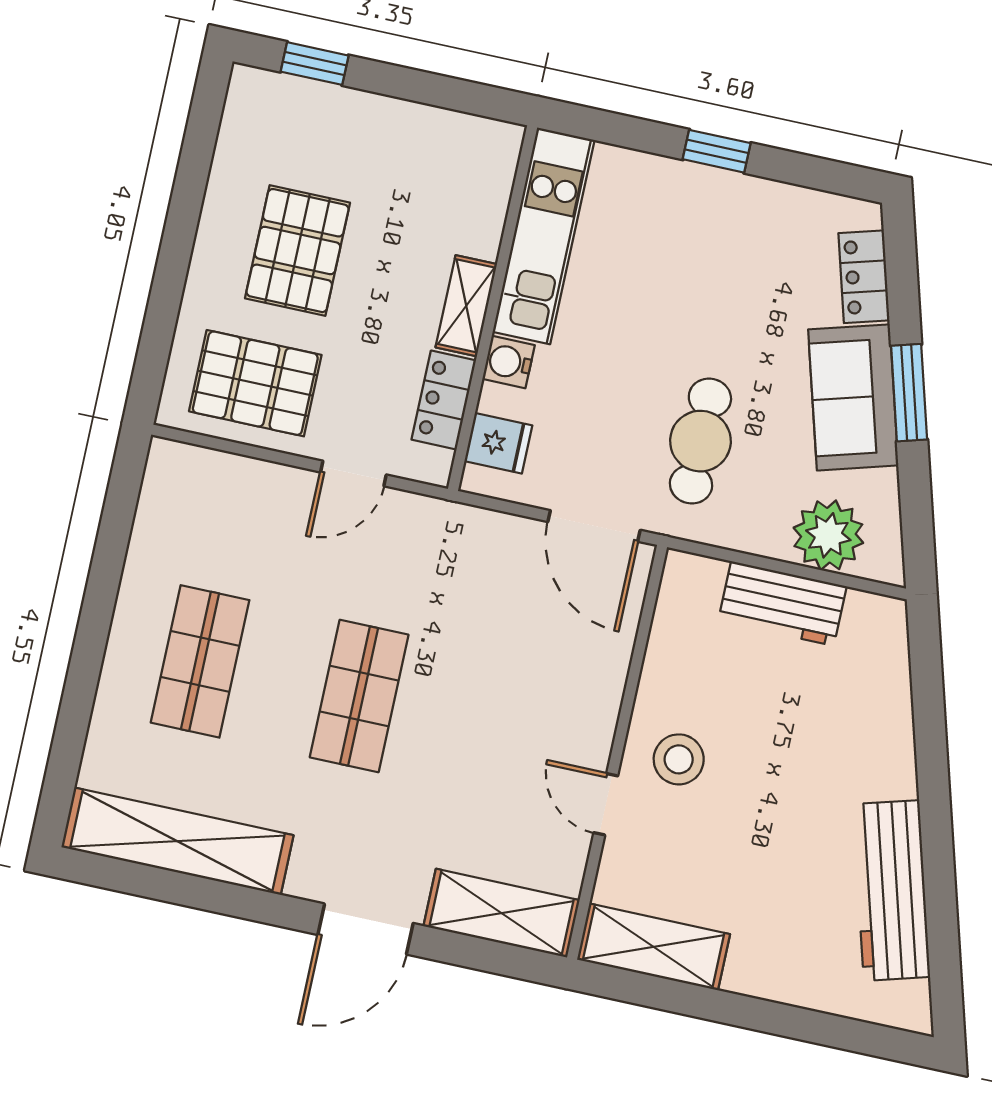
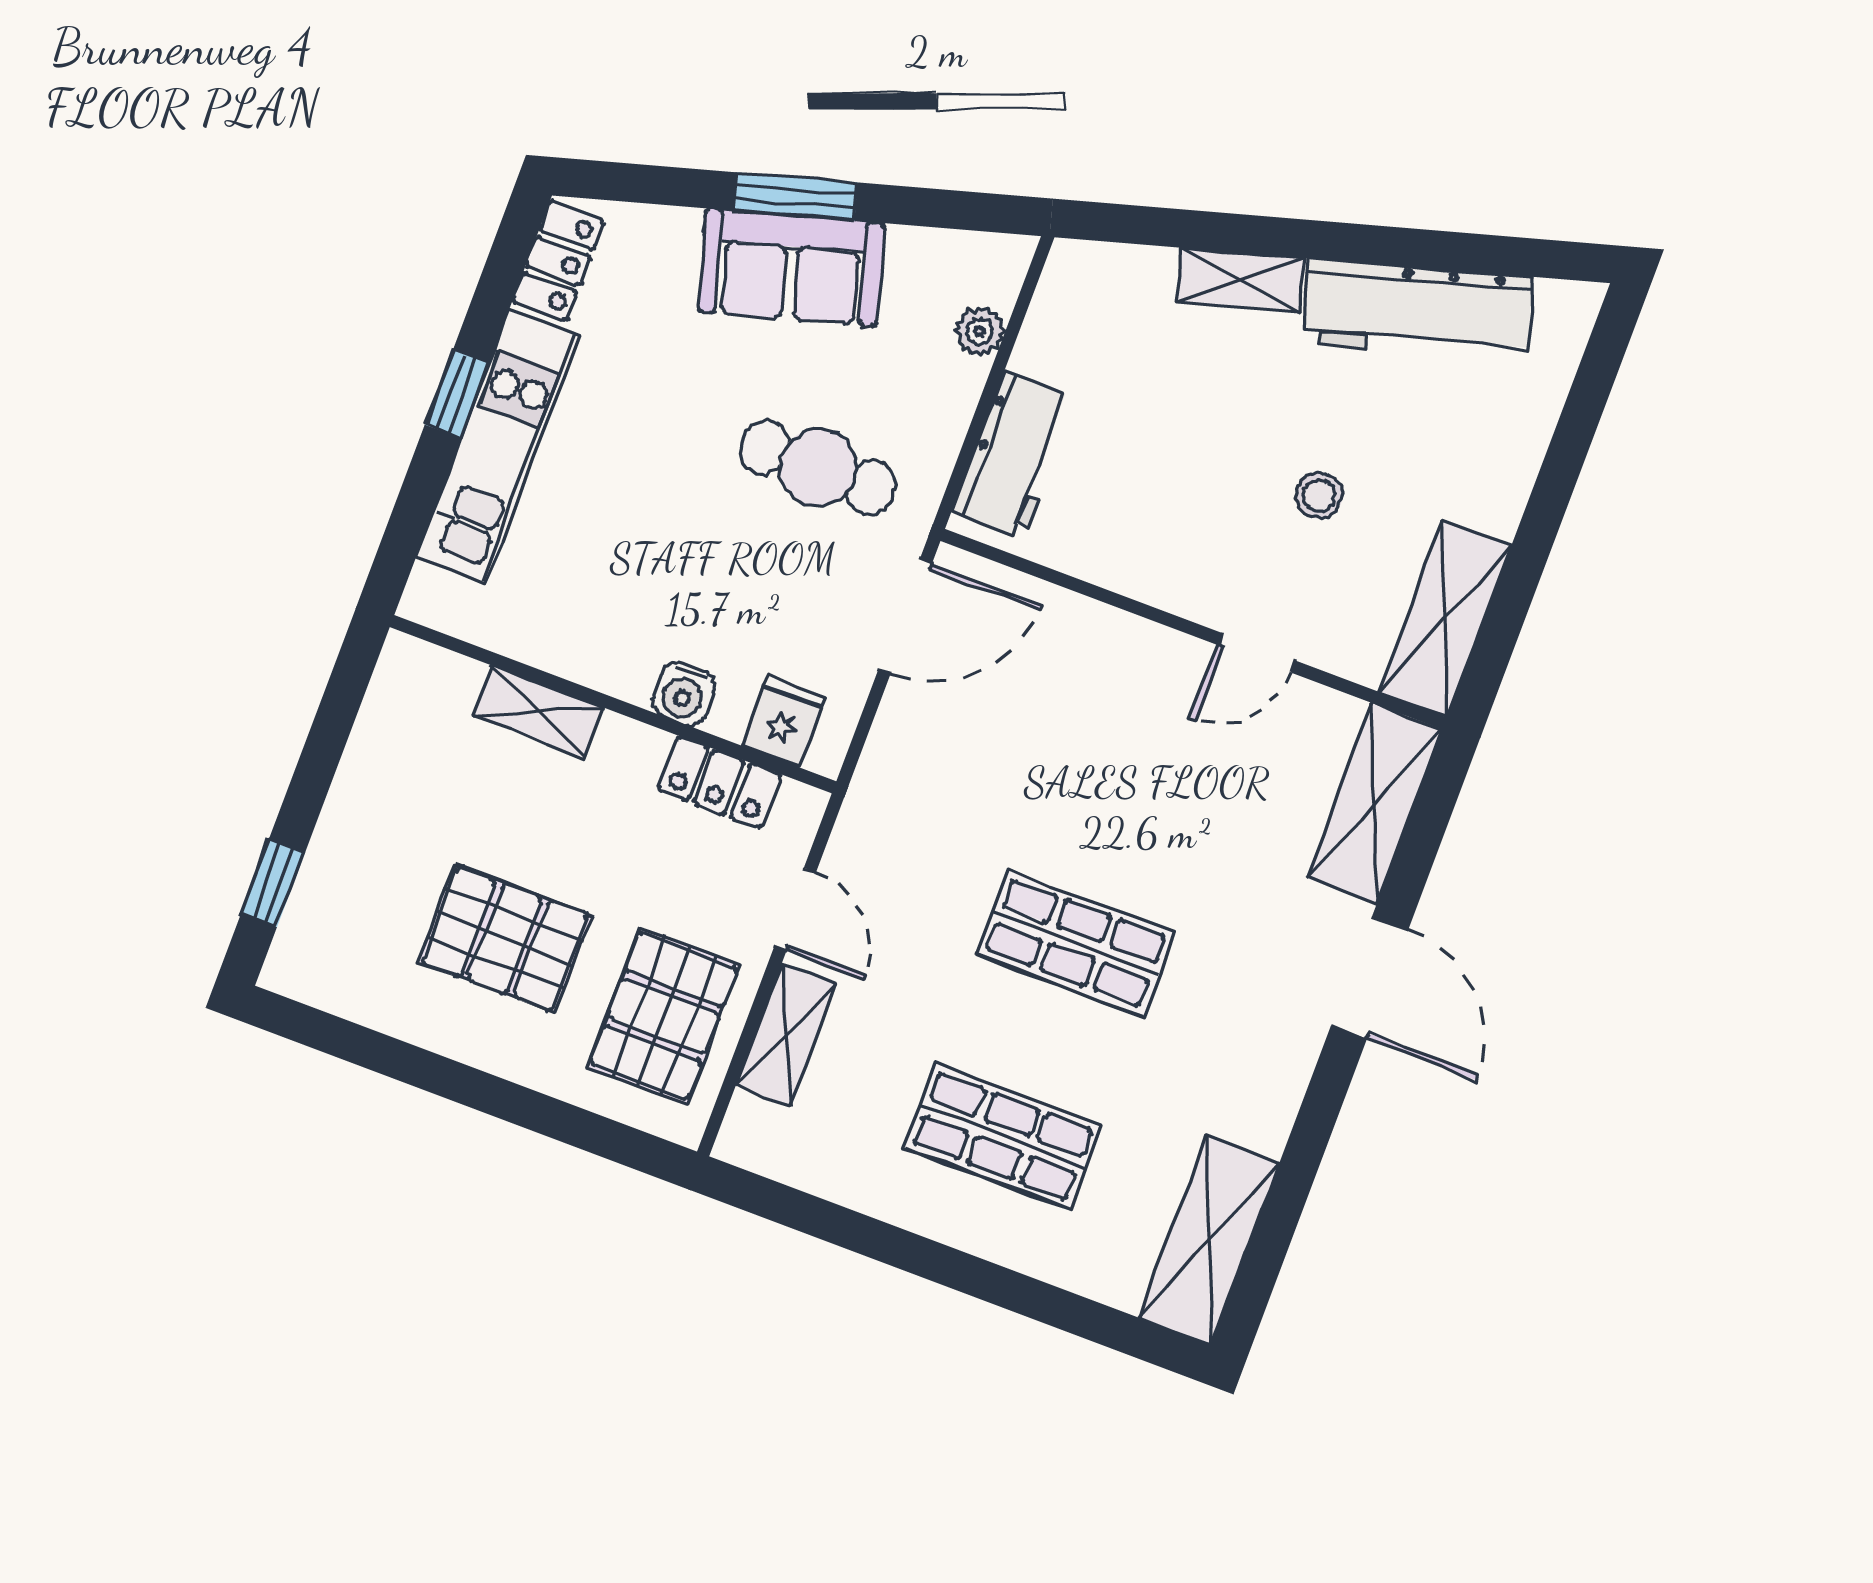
kitchen unit: (544, 236) -> (498, 446), moved, turned 90
locker: (864, 277) -> (558, 261), moved, turned -74
shelving: (466, 306) -> (538, 712), moved
shelving: (254, 480) -> (786, 1035), added
plant: (828, 535) -> (980, 331), width x0.53, depth x0.53
workbench: (782, 603) -> (1014, 455), moved
shelving: (894, 749) -> (1241, 280), added
stool: (679, 759) -> (1319, 495), moved, width x0.73, depth x0.73
shelving: (177, 841) -> (1209, 1240), width x0.68

